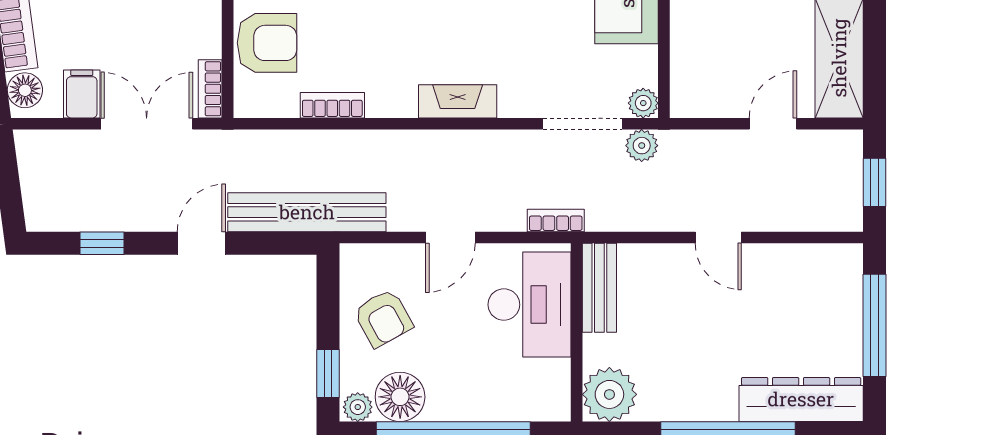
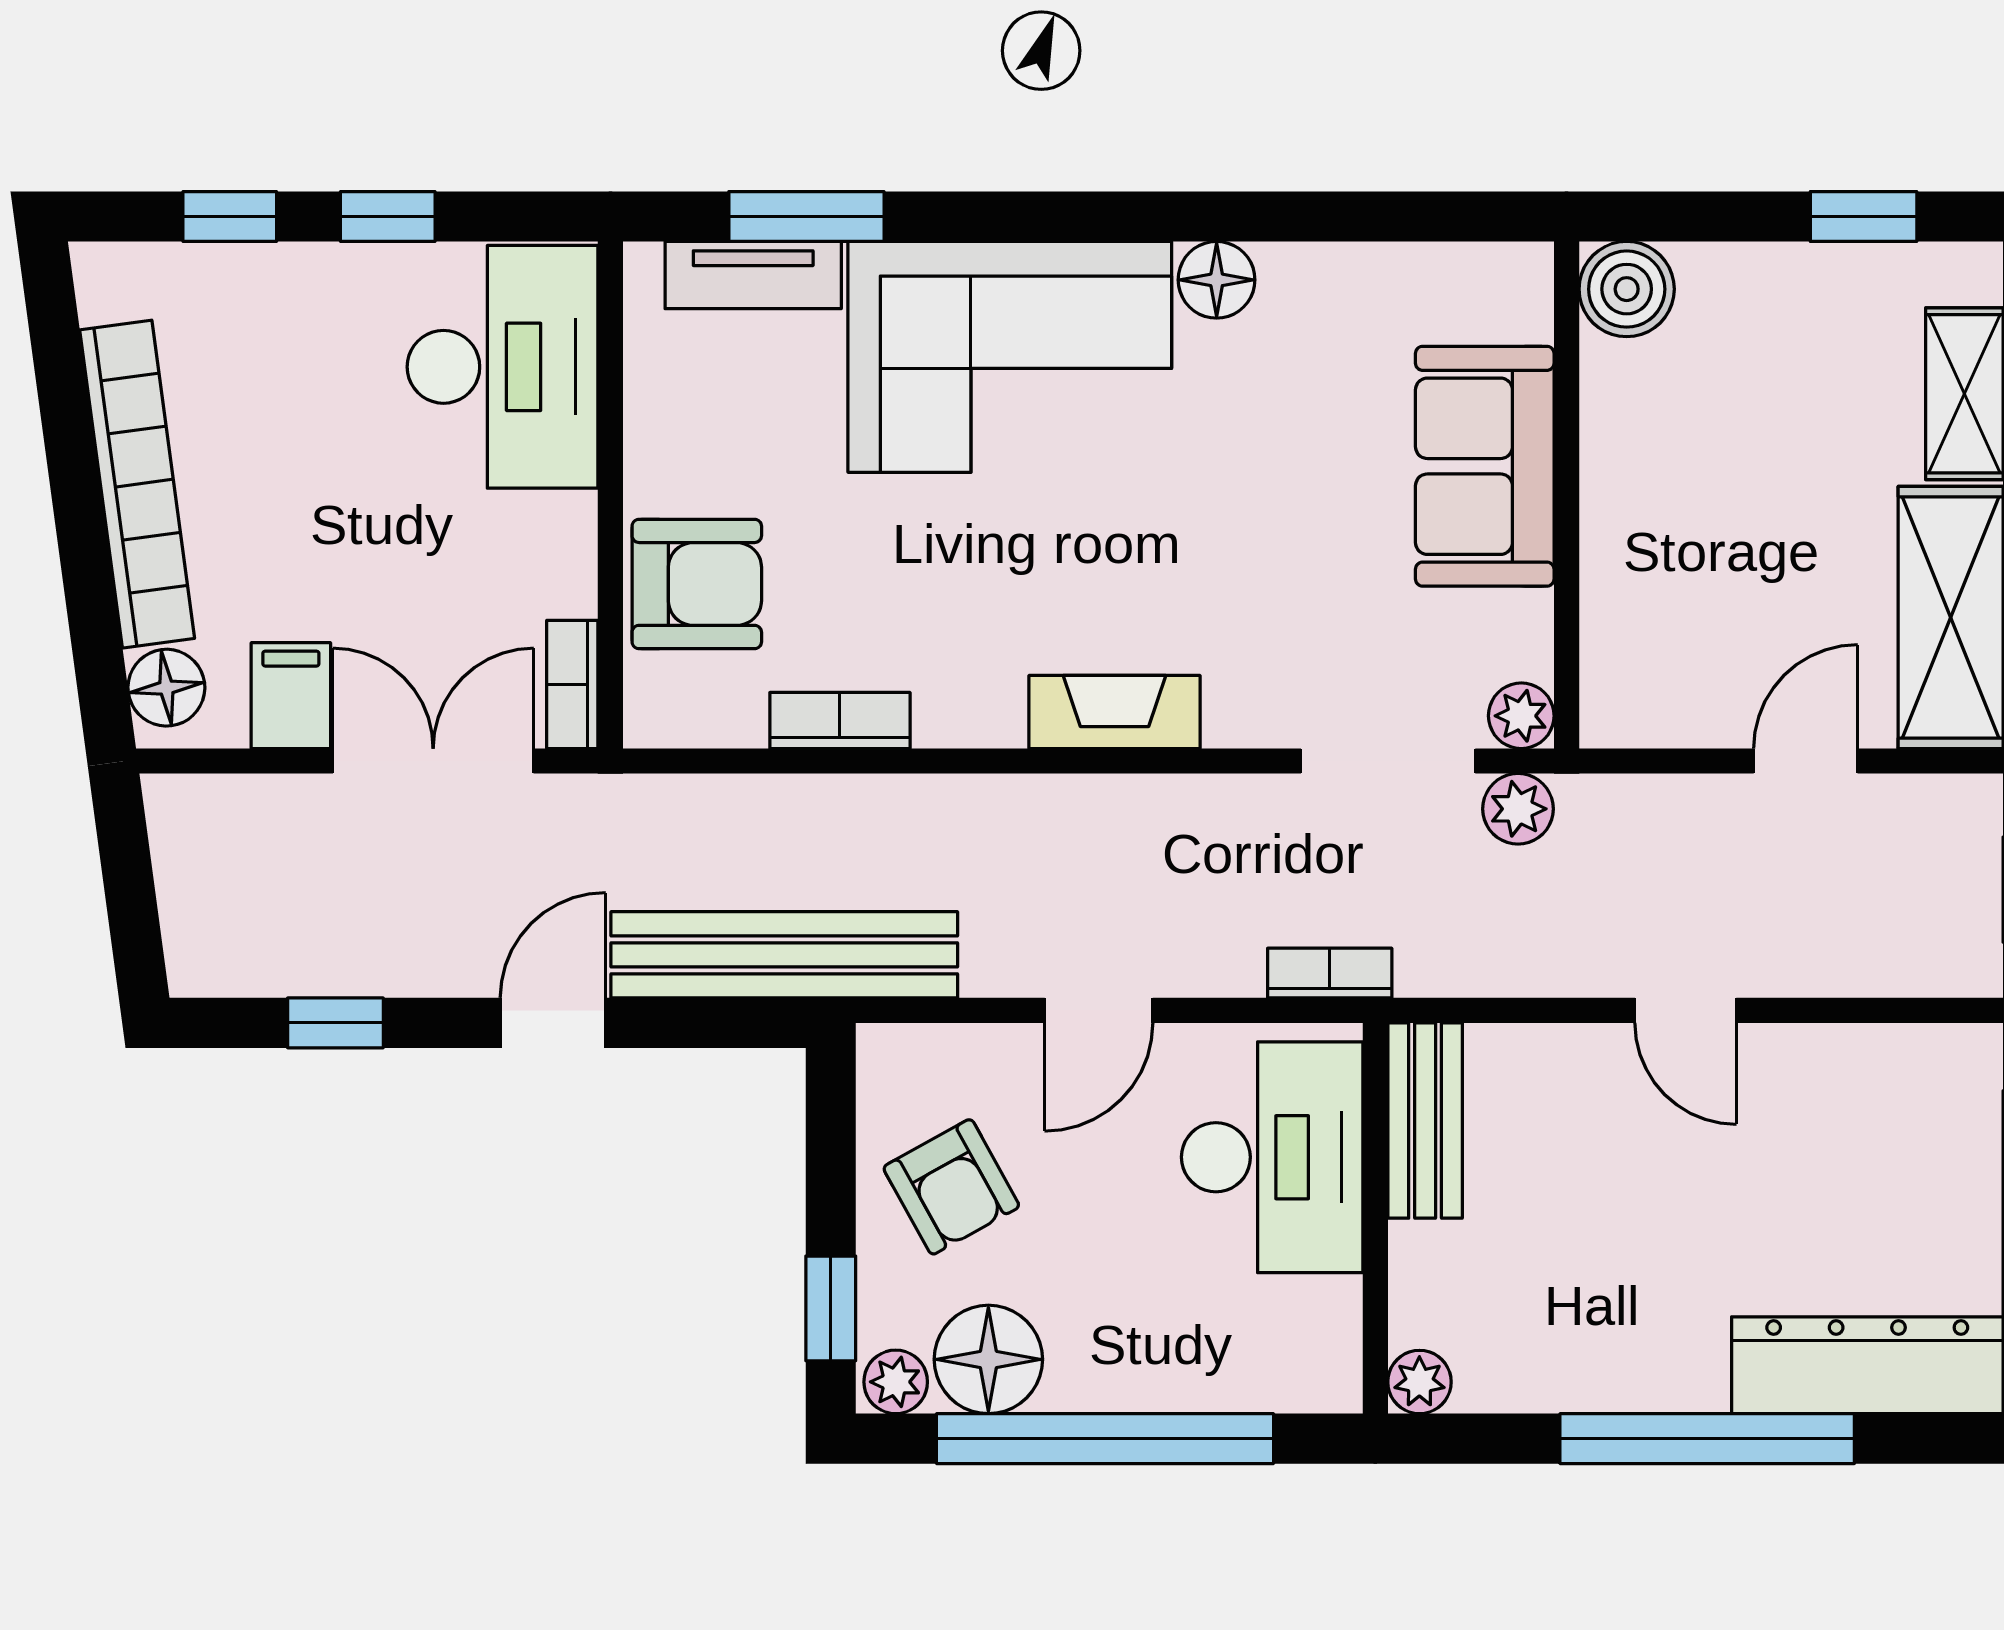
plant: (609, 394) -> (1419, 1382), width x0.53, depth x0.53

